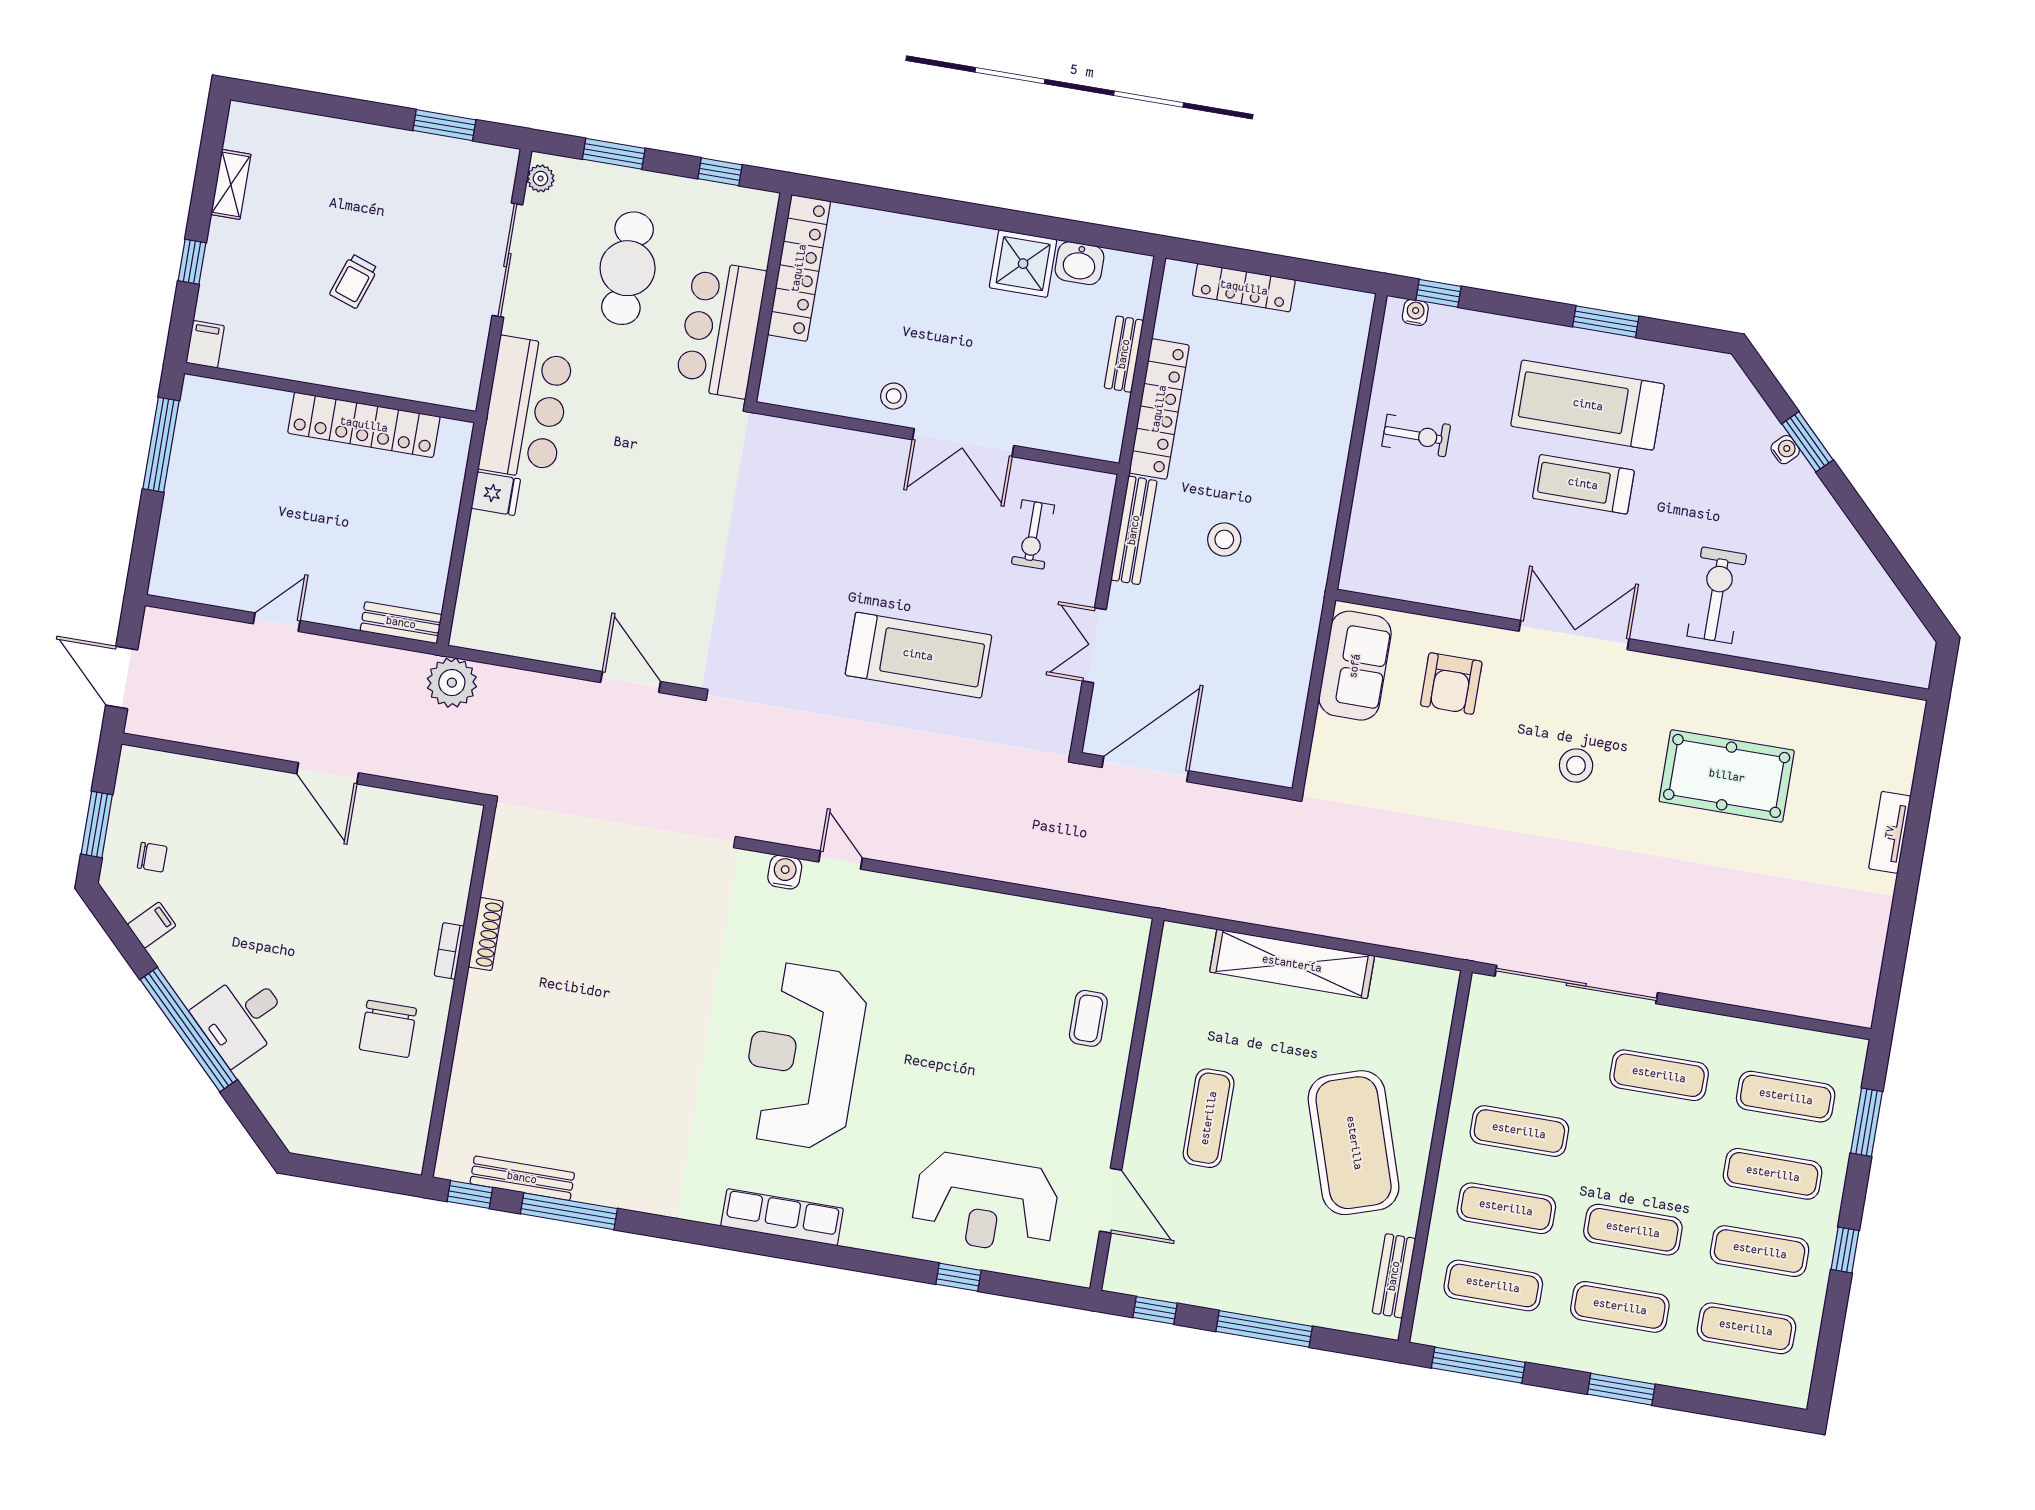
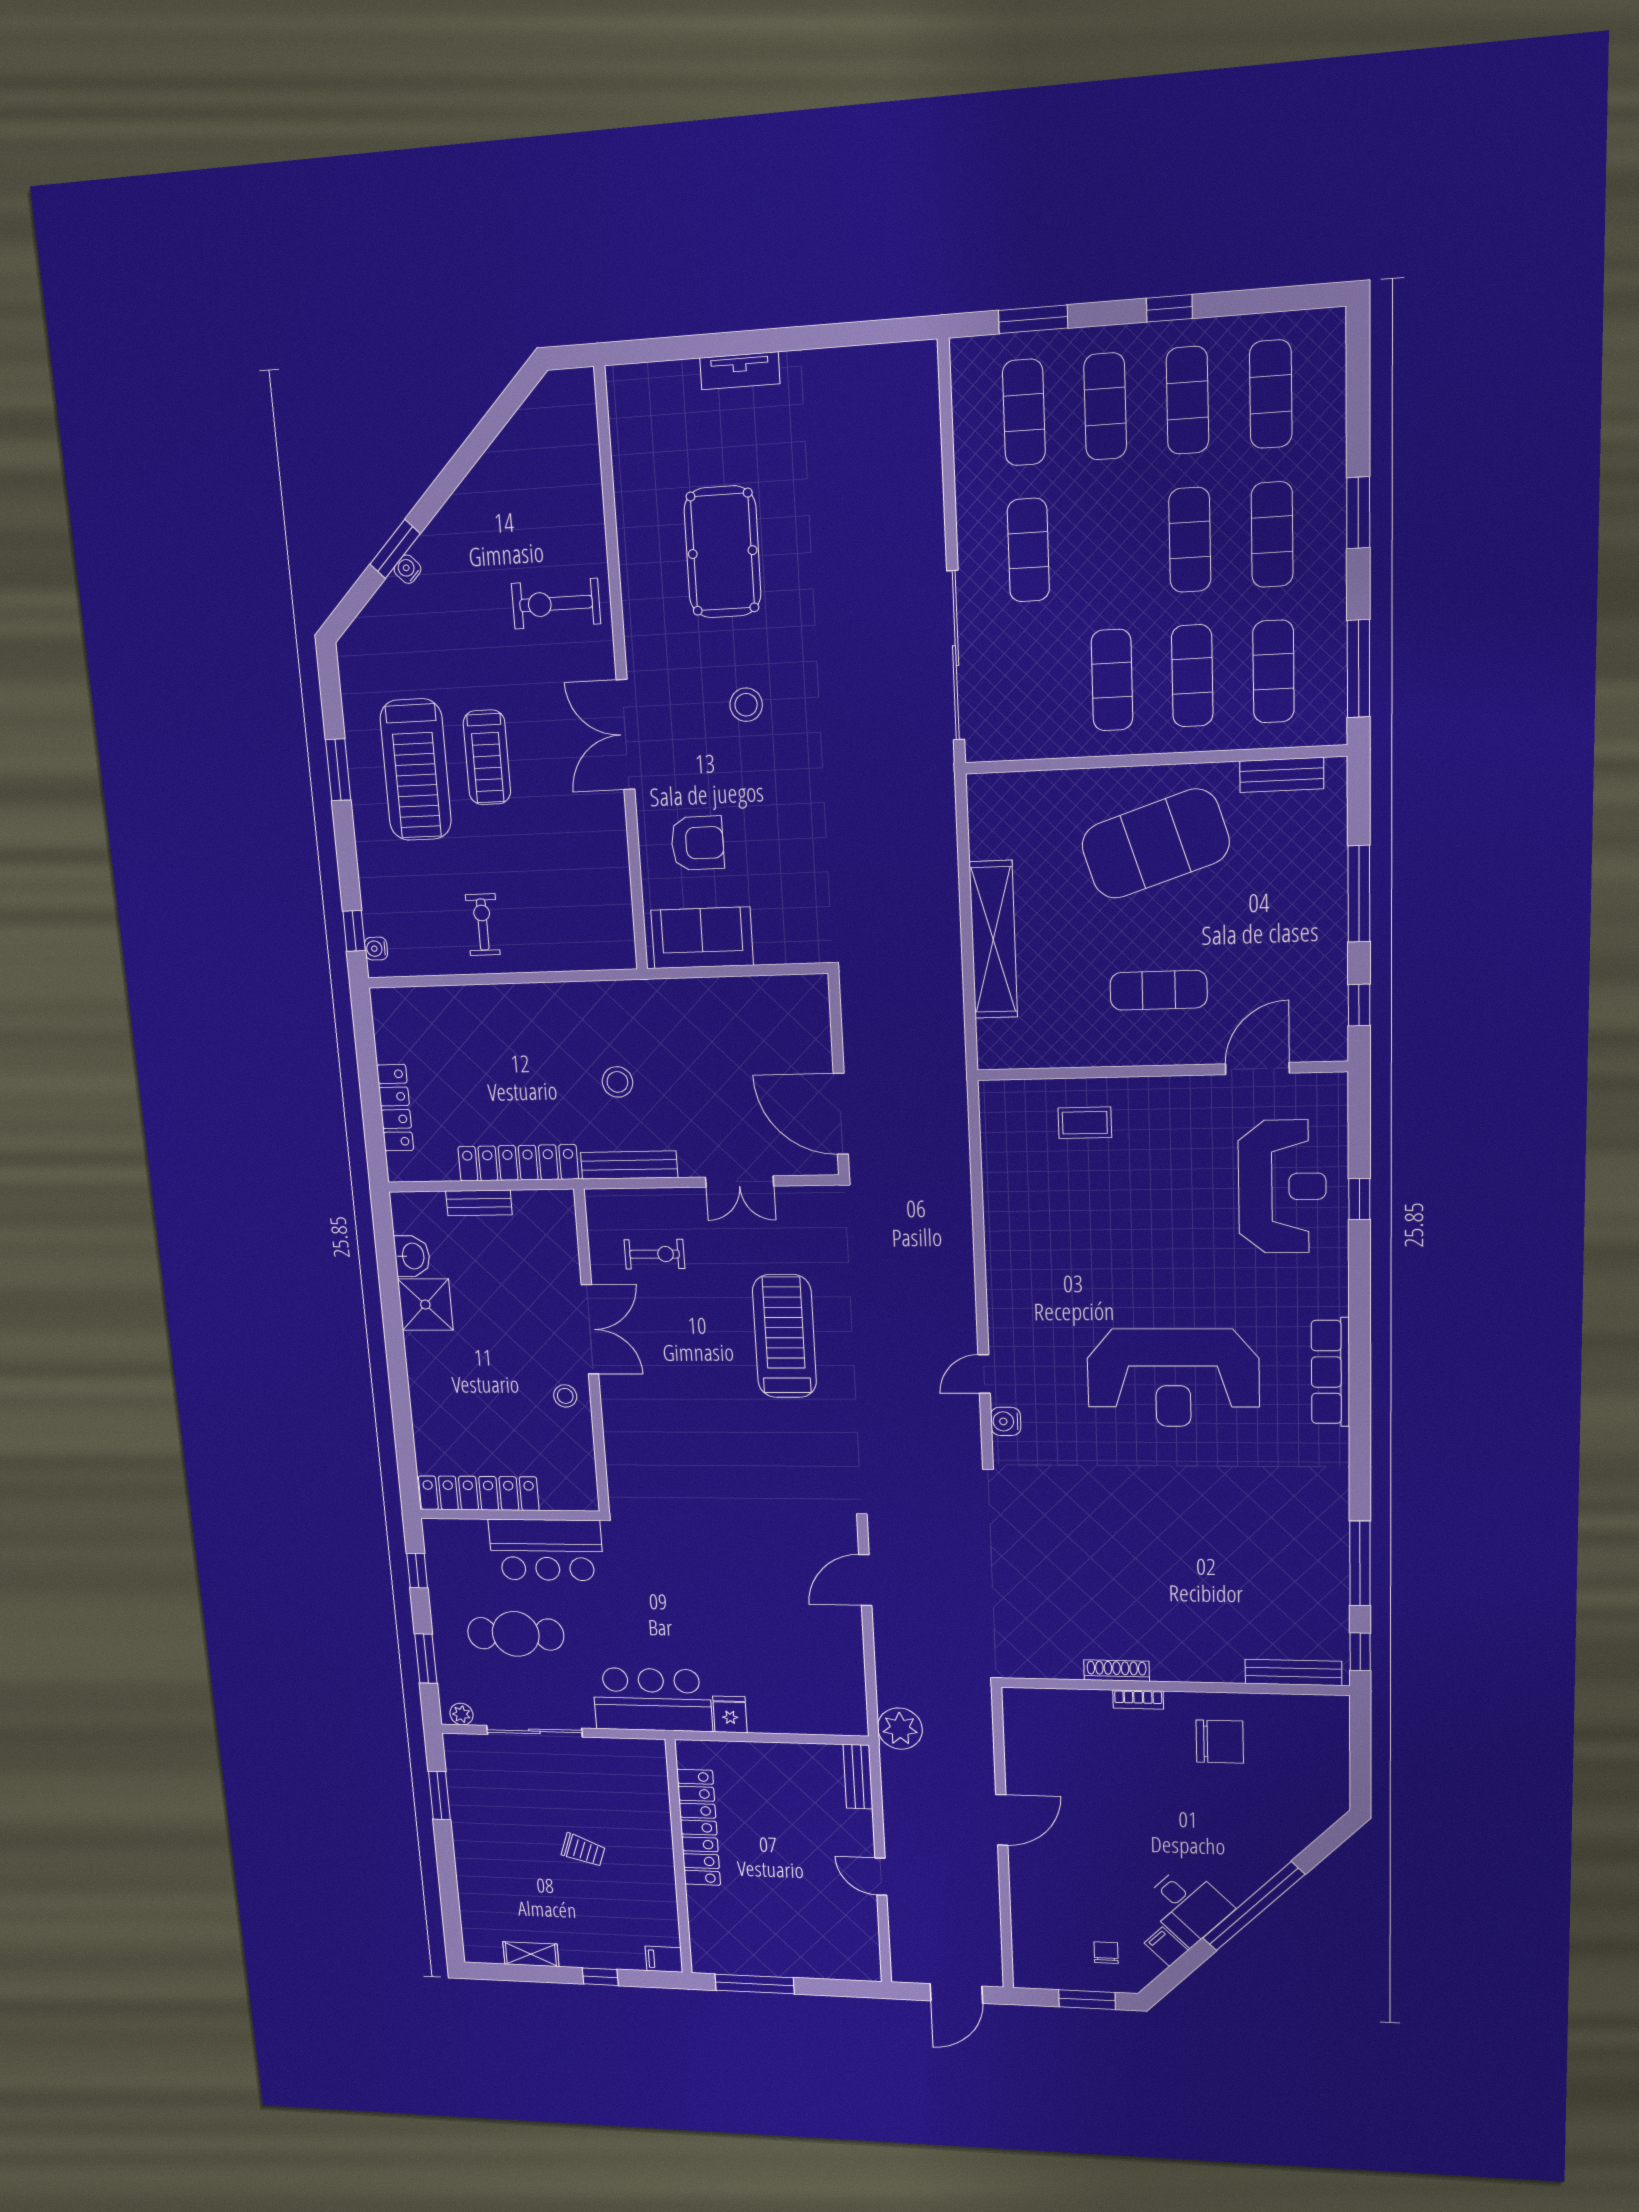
desk: (241, 1018) -> (1187, 1905), moved
bench: (522, 1178) -> (1293, 1673), moved, turned 90

